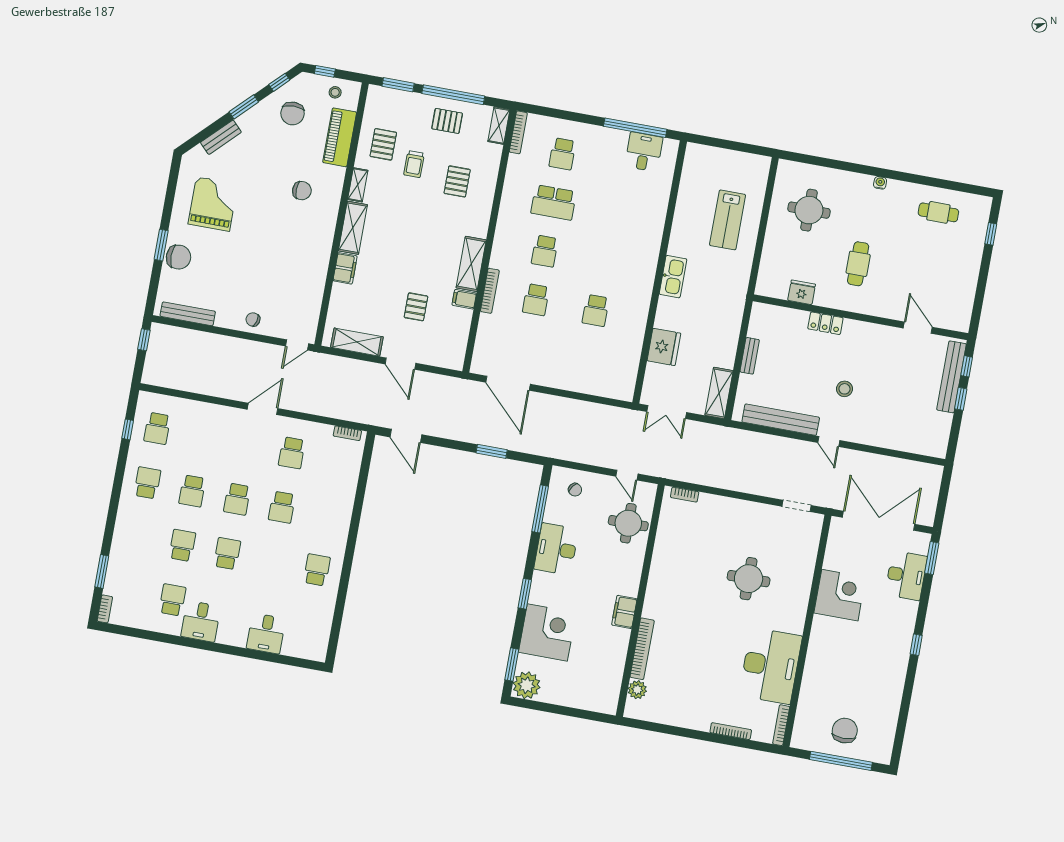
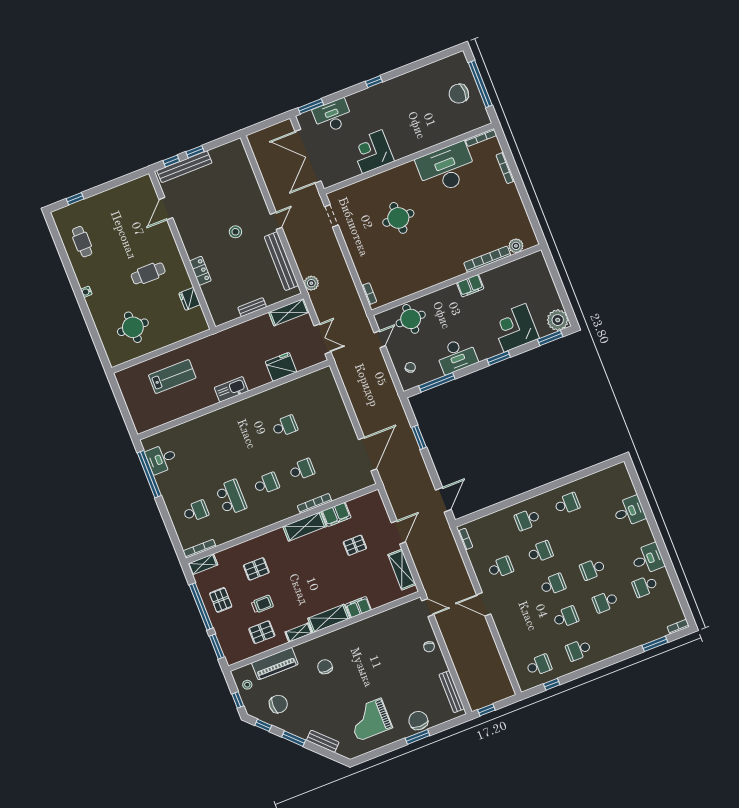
filing cabinet: (464, 299) -> (336, 514), width x2.00
plant: (736, 438) -> (311, 283), added
school desk: (327, 515) -> (527, 519), added
school desk: (317, 570) -> (567, 504), turned 180

